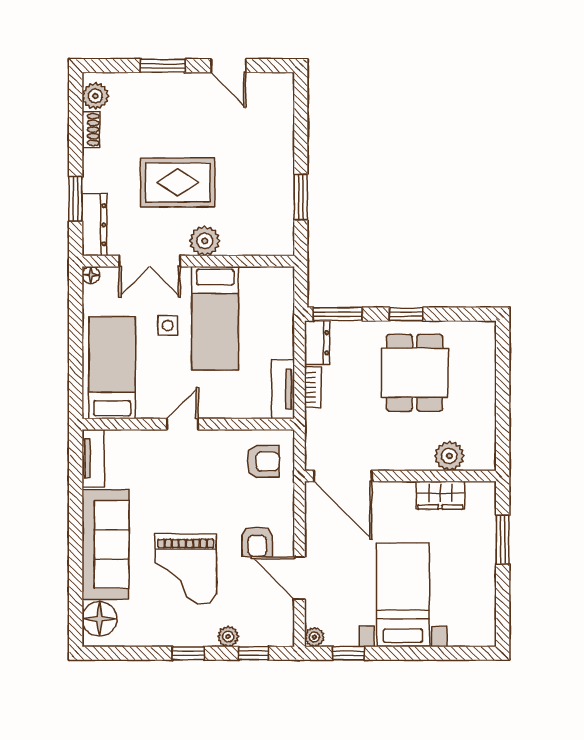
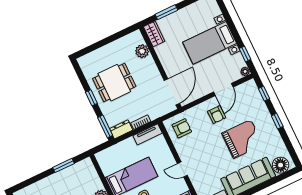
armchair: (263, 461) -> (182, 128), turned 90
wardrobe: (440, 495) -> (154, 34), moved
armchair: (257, 542) -> (217, 115), turned 90
plant: (228, 636) -> (262, 108), removed

